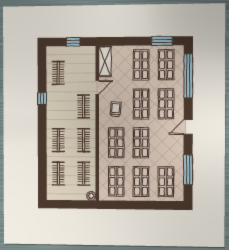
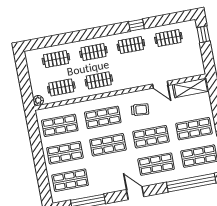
window: (73, 42) -> (203, 34), moved
clothes rail: (84, 106) -> (131, 45), moved

